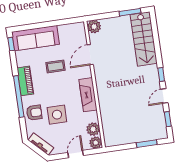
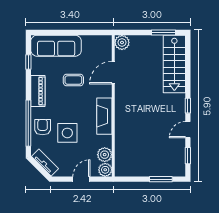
window: (11, 44) -> (28, 62), moved
window: (19, 97) -> (28, 123), moved
armchair: (34, 113) -> (43, 127), turned -90

